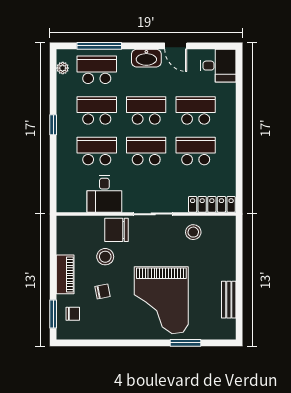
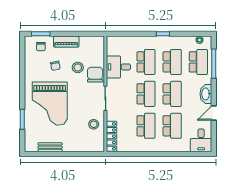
grand piano: (161, 300) -> (50, 104), turned -90

